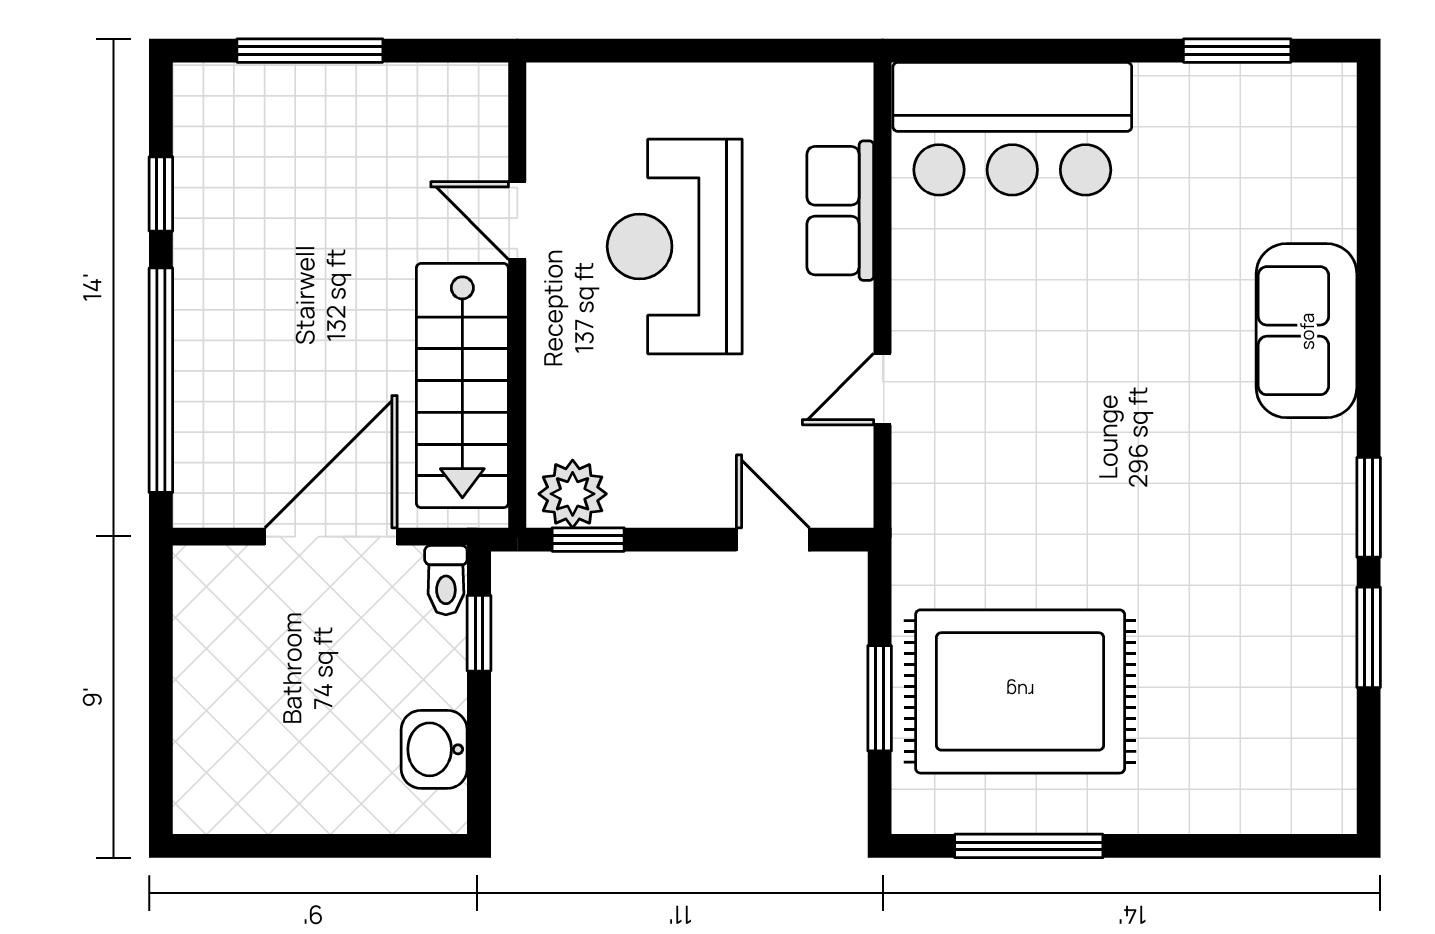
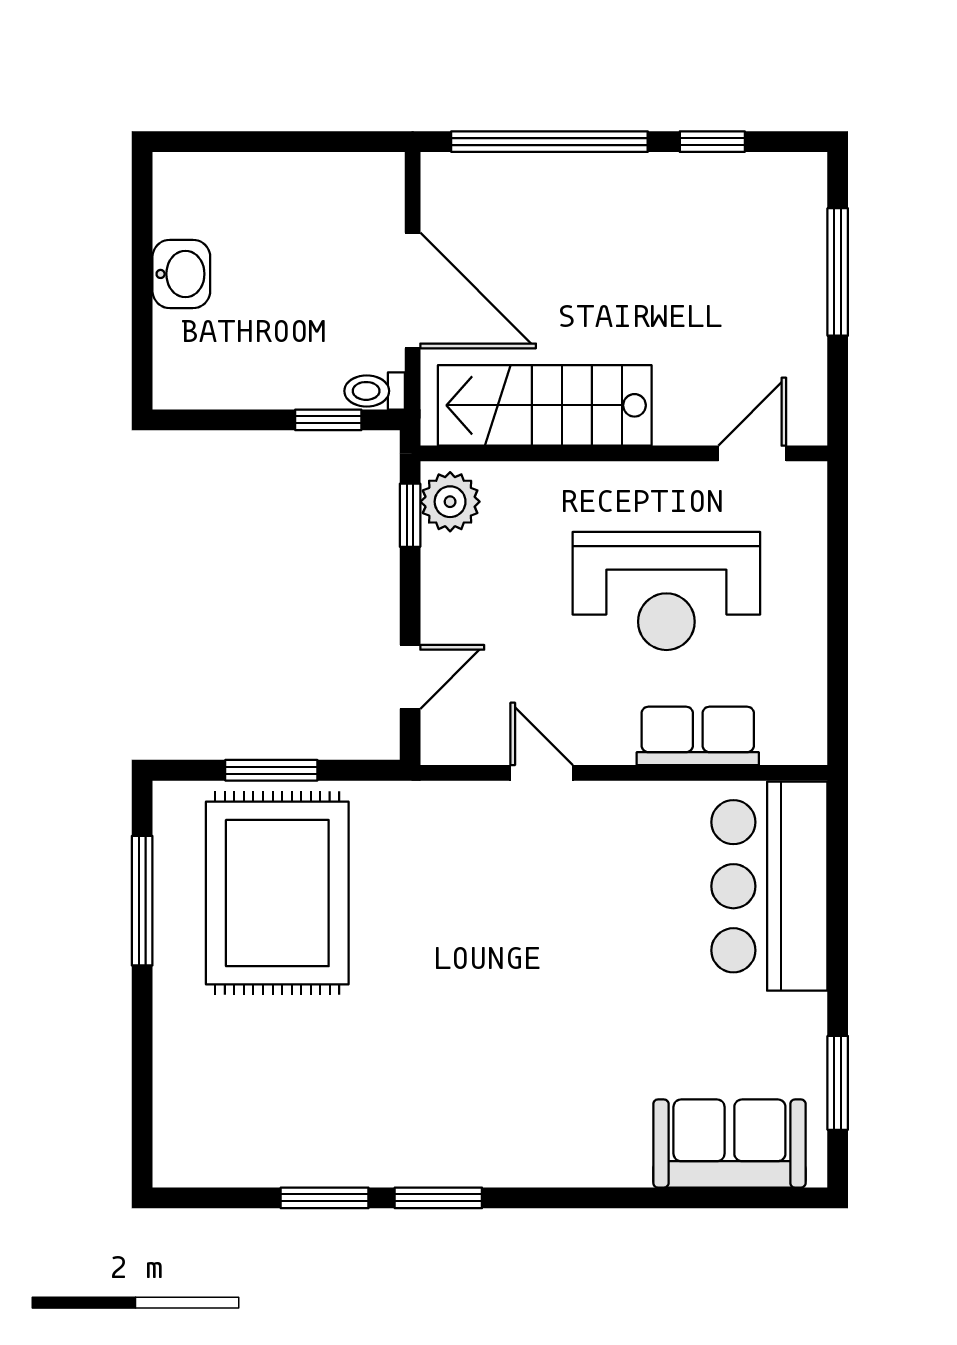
door: (517, 220) -> (752, 453), moved
reception desk: (675, 246) -> (666, 591), turned 180
sofa: (1307, 331) -> (729, 1144), moved
washbasin: (434, 749) -> (181, 274), moved, turned 90

